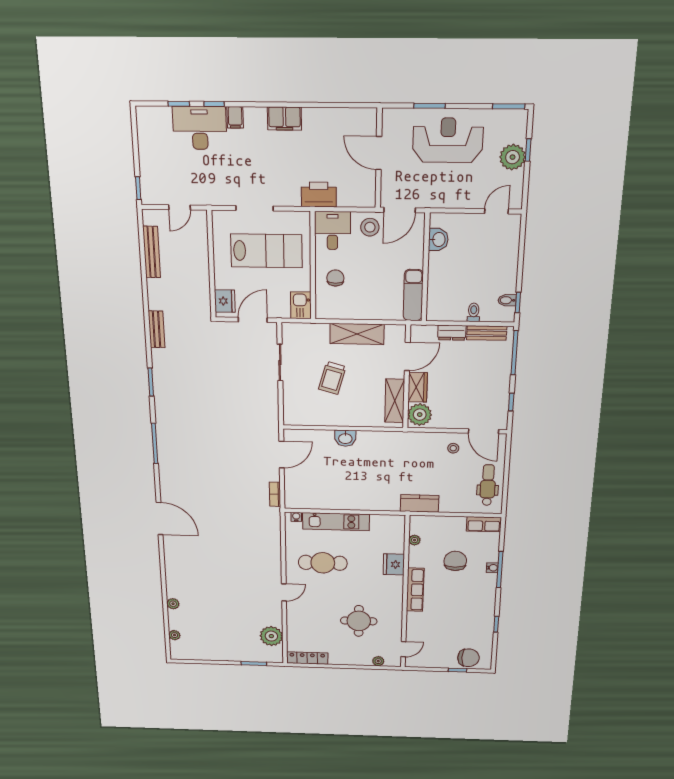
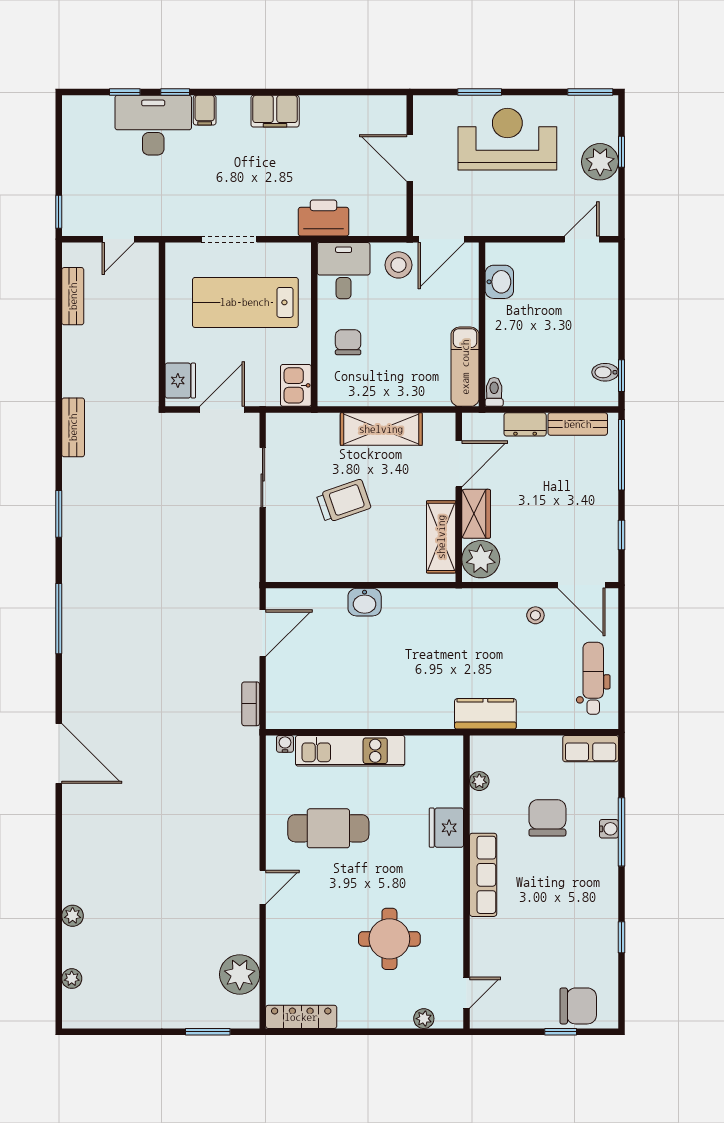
lab bench: (266, 251) -> (245, 302), turned 180
bench: (152, 252) -> (73, 296), width x0.73
toilet: (474, 312) -> (494, 392), moved
trolley: (332, 378) -> (344, 501), turned -125

